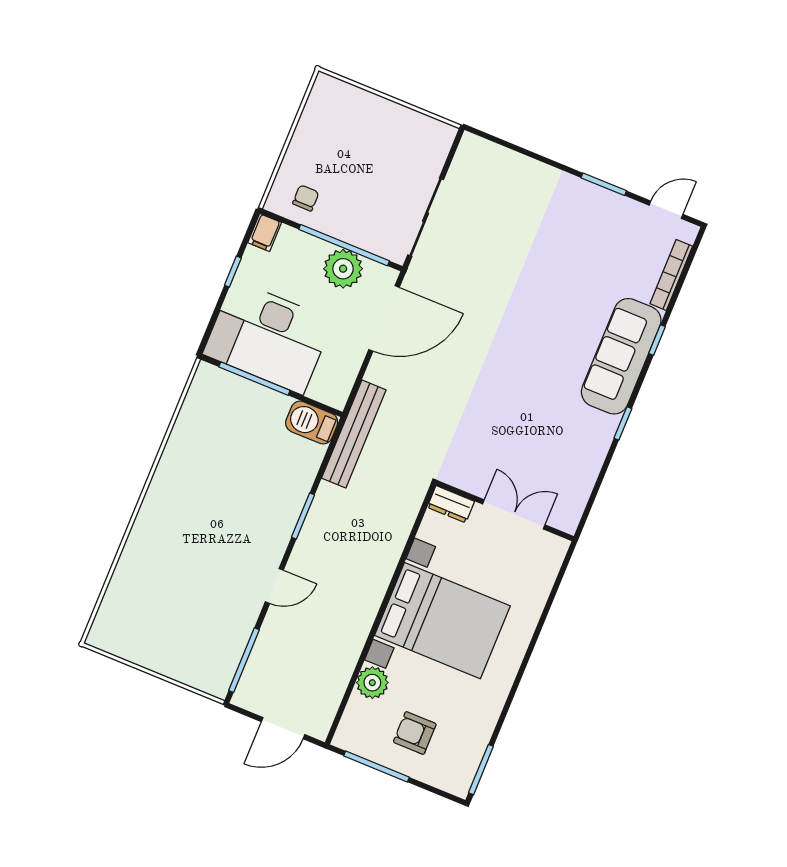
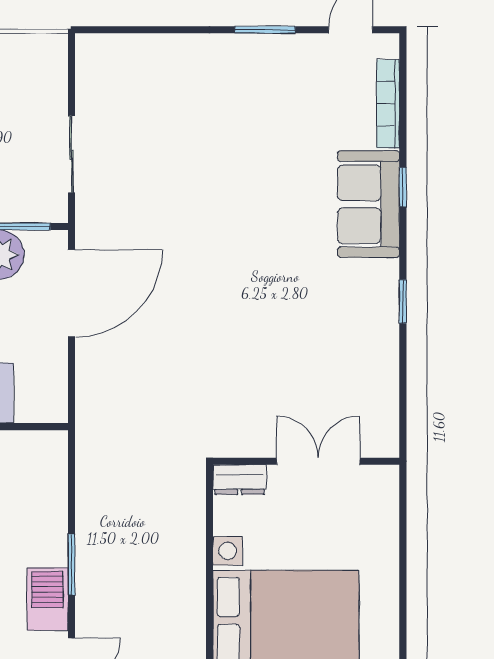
sliding door: (426, 217) -> (71, 154), width x0.73
sofa: (621, 356) -> (368, 204), width x0.73
barbecue: (312, 423) -> (48, 599), moved, turned 90
bench: (354, 434) -> (92, 444), removed

